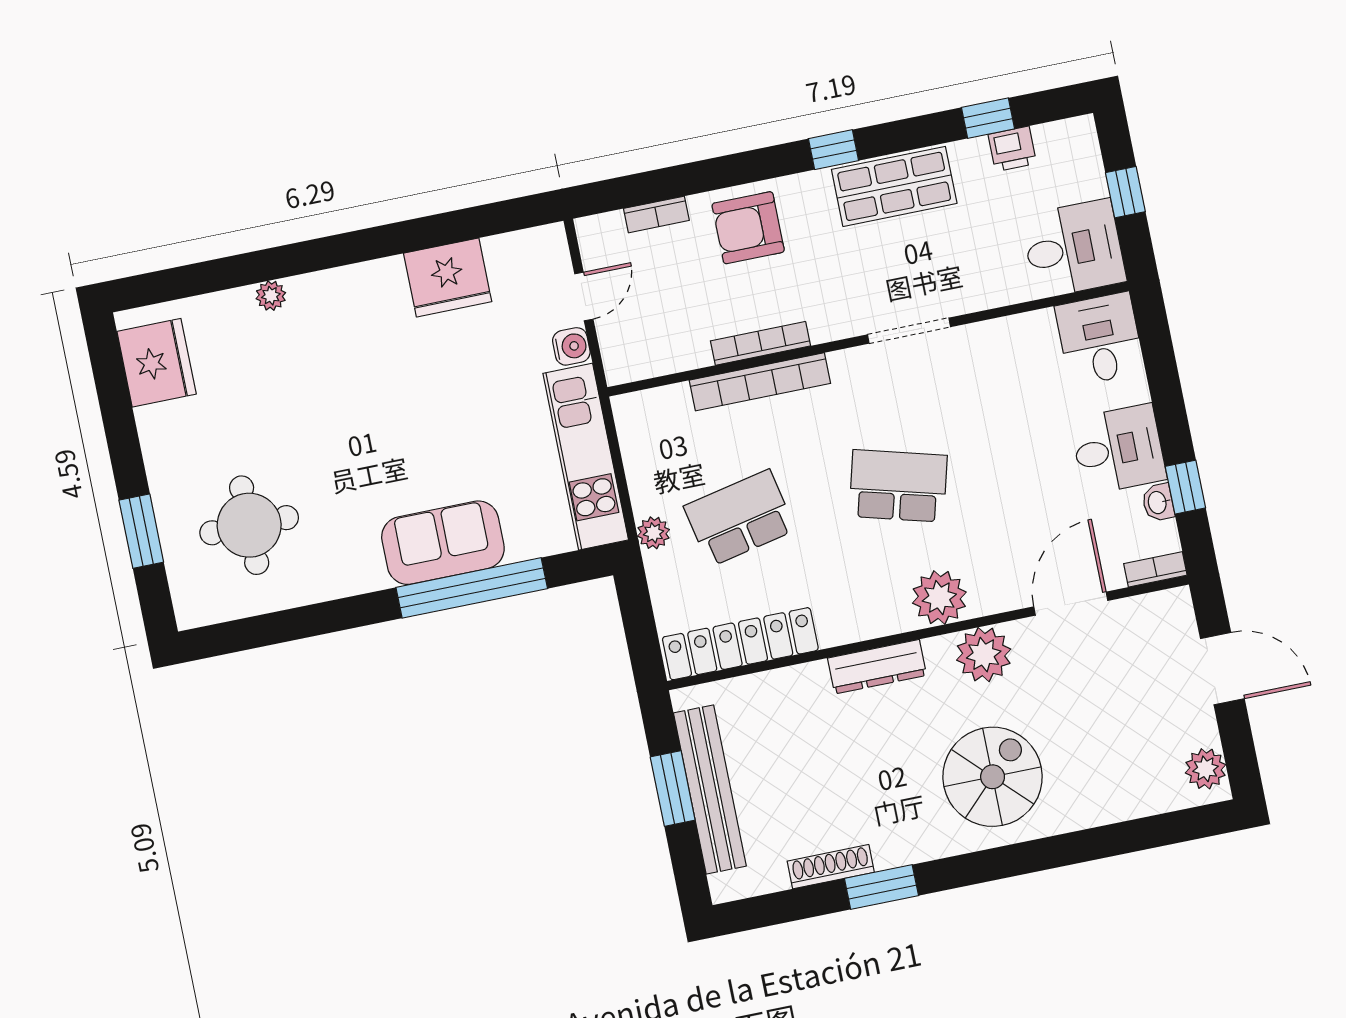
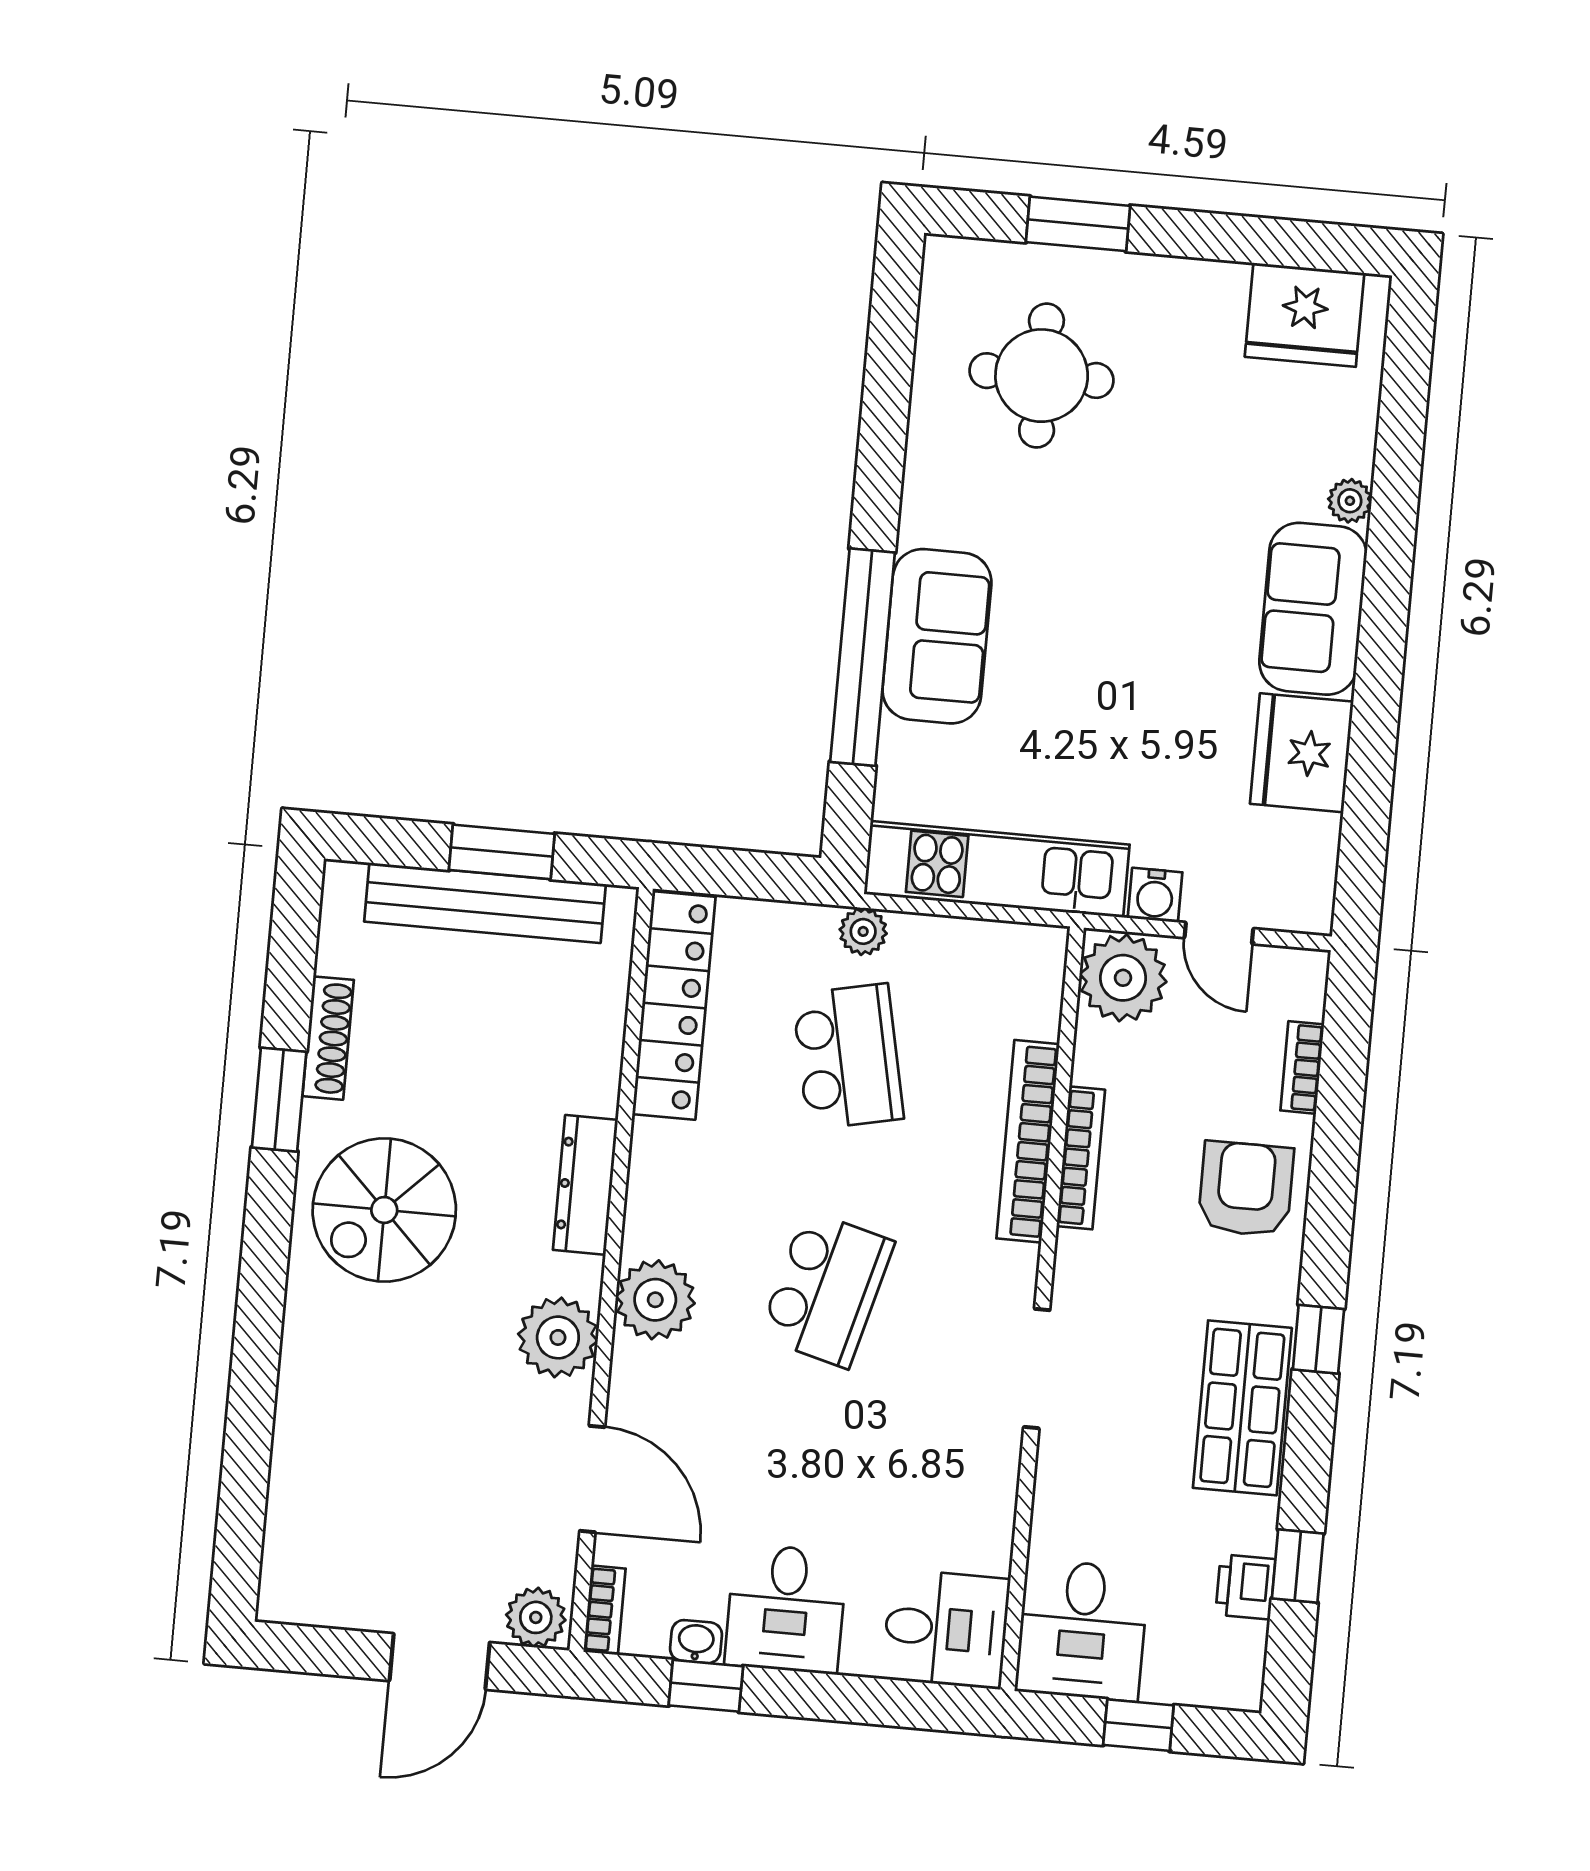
sofa: (350, 299) -> (1313, 609), added
plant: (633, 351) -> (1123, 978), added
plant: (1205, 769) -> (536, 1617), moved
spiral stairs: (993, 777) -> (384, 1210), moved, turned 90

